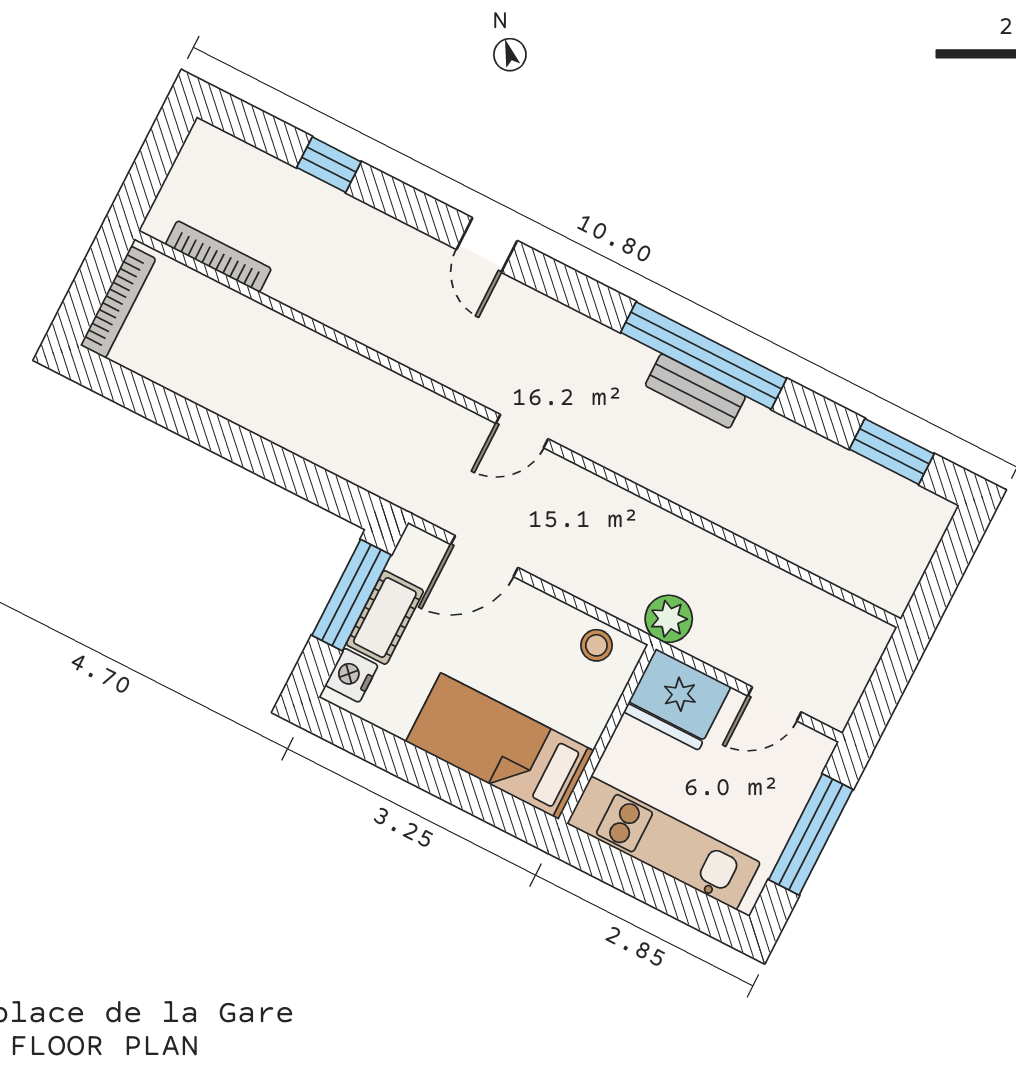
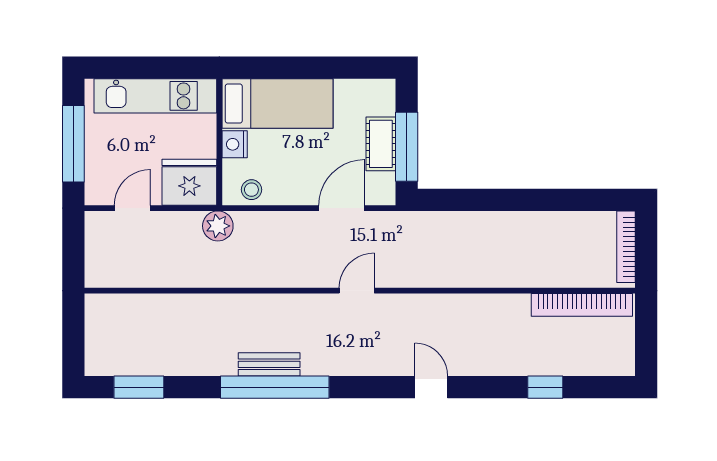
bookcase: (218, 256) -> (582, 305), width x1.48, depth x1.31
nightstand: (352, 675) -> (235, 144), moved, turned 180

